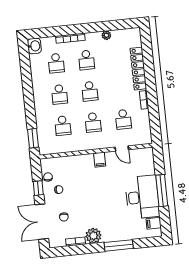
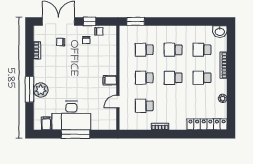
locker: (138, 69) -> (207, 124), moved
plant: (93, 236) -> (41, 90), moved

